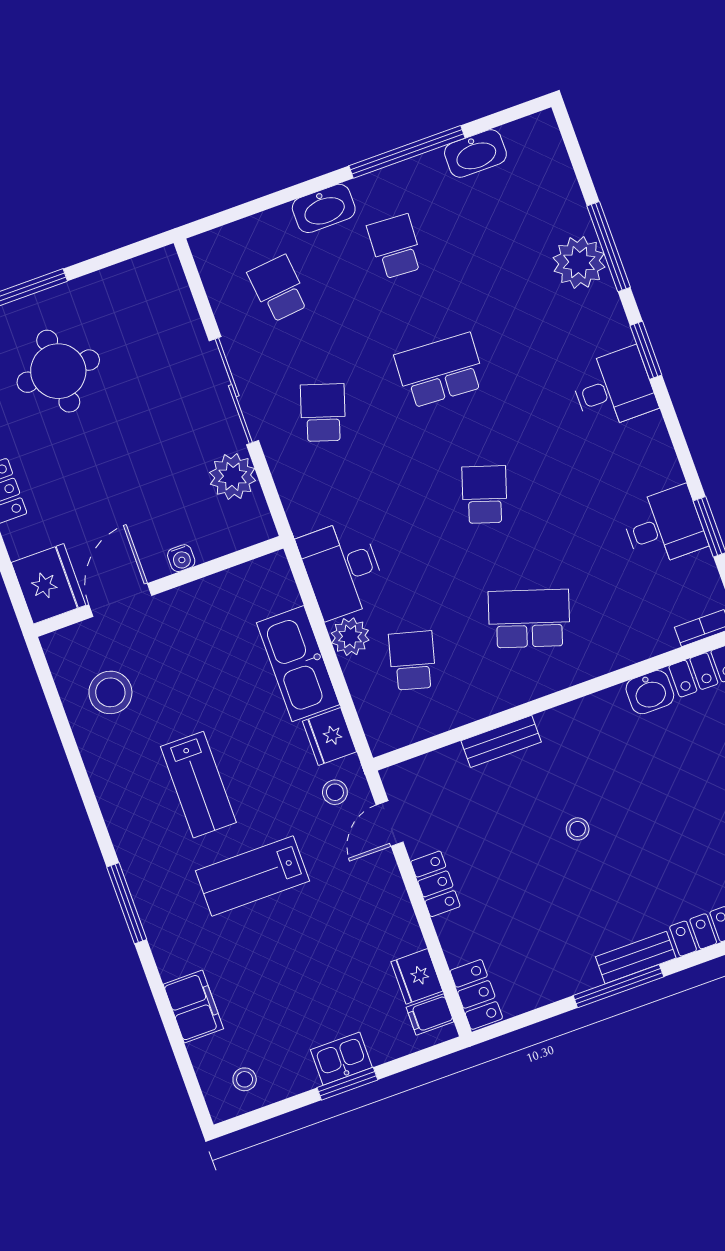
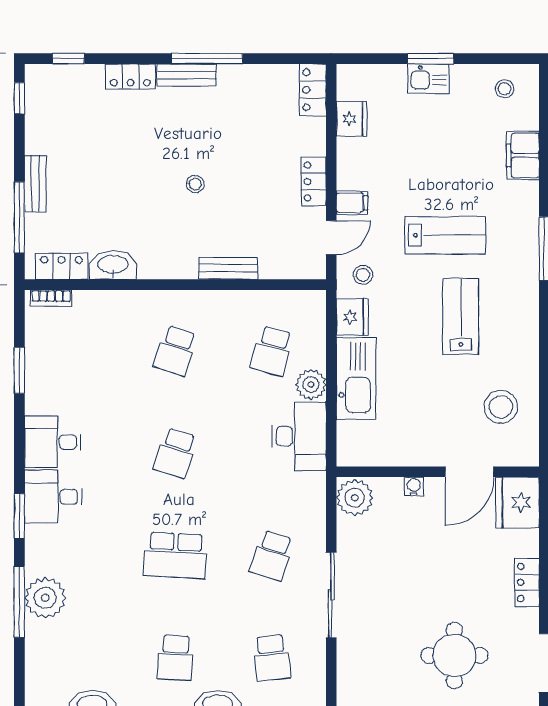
plant: (233, 476) -> (355, 498), moved
desk: (664, 527) -> (53, 442), moved
school desk: (529, 618) -> (175, 351), width x0.54
washbasin: (650, 692) -> (113, 265), width x1.38
filing cabinet: (430, 1015) -> (352, 203), moved

